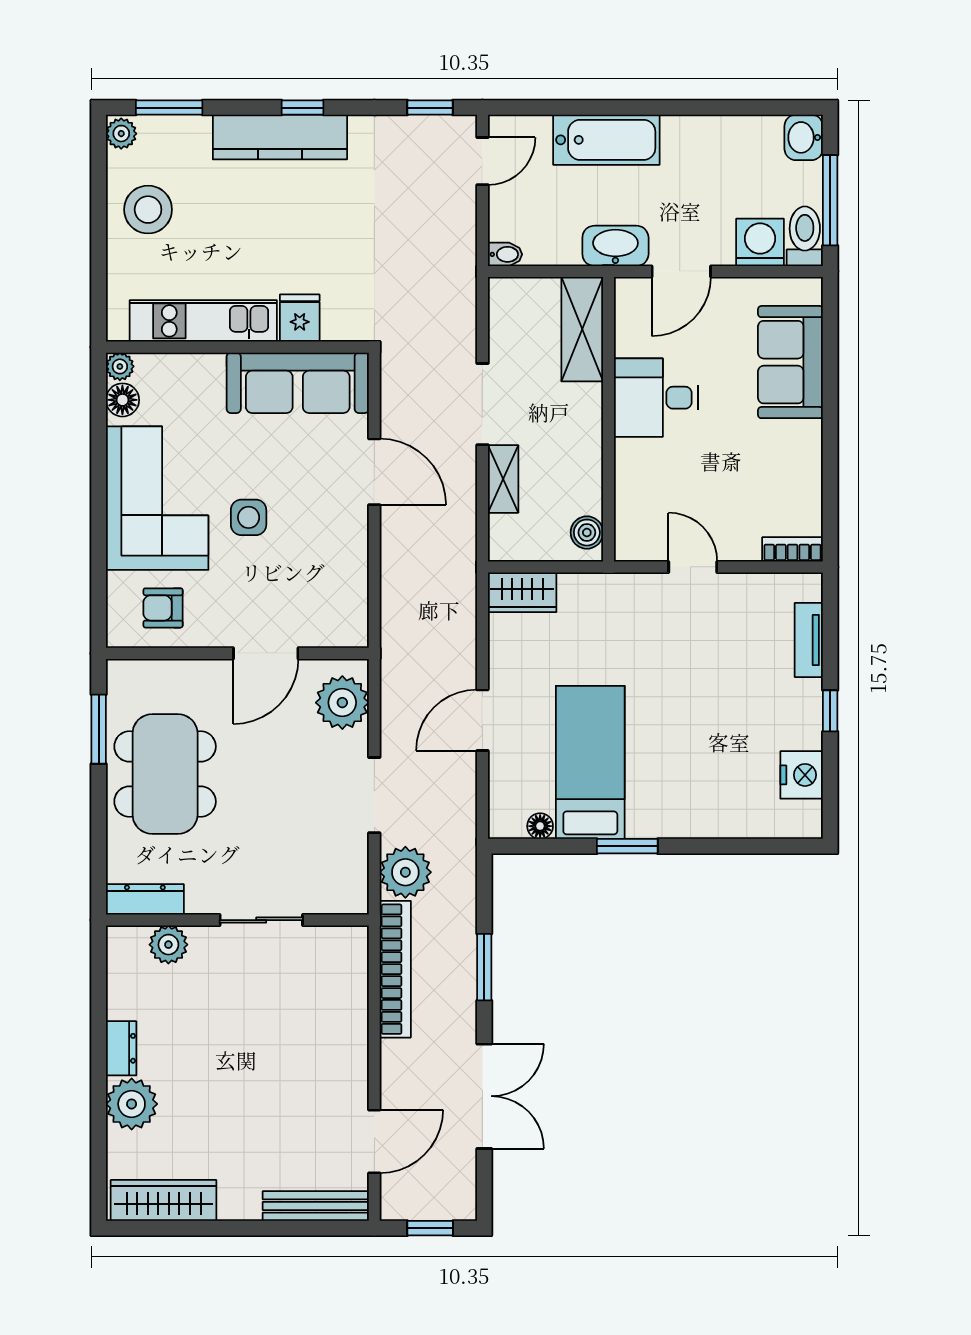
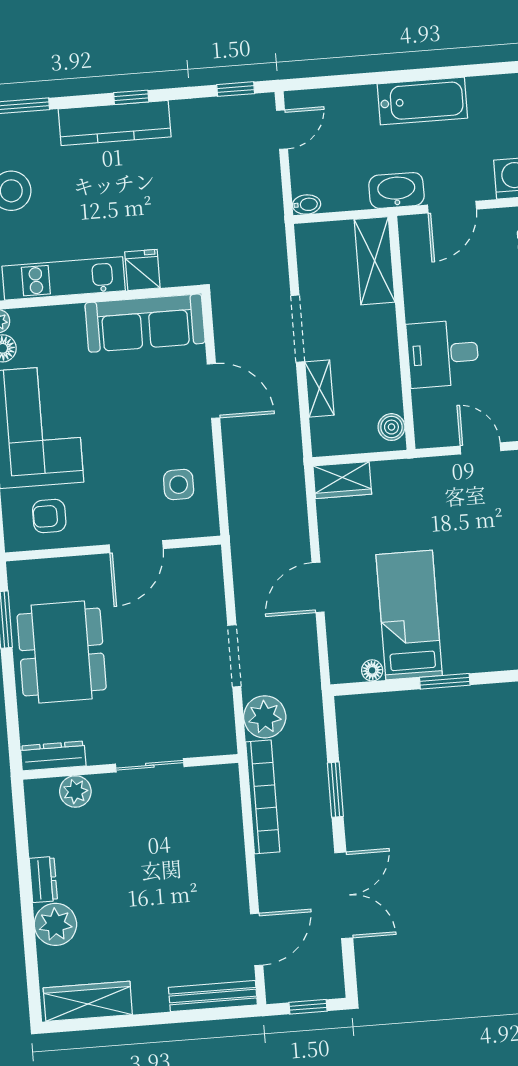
bathtub: (606, 140) -> (422, 101), moved
desk: (656, 398) -> (443, 354), moved
side table: (249, 517) -> (179, 485), moved
plant: (342, 703) -> (202, 582), removed

